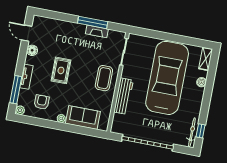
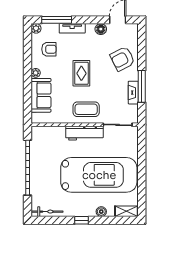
armchair: (64, 35) -> (123, 59), added
rug: (61, 70) -> (81, 73), moved, turned 90
workbench: (124, 96) -> (84, 133), moved
window: (200, 131) -> (82, 220), moved

